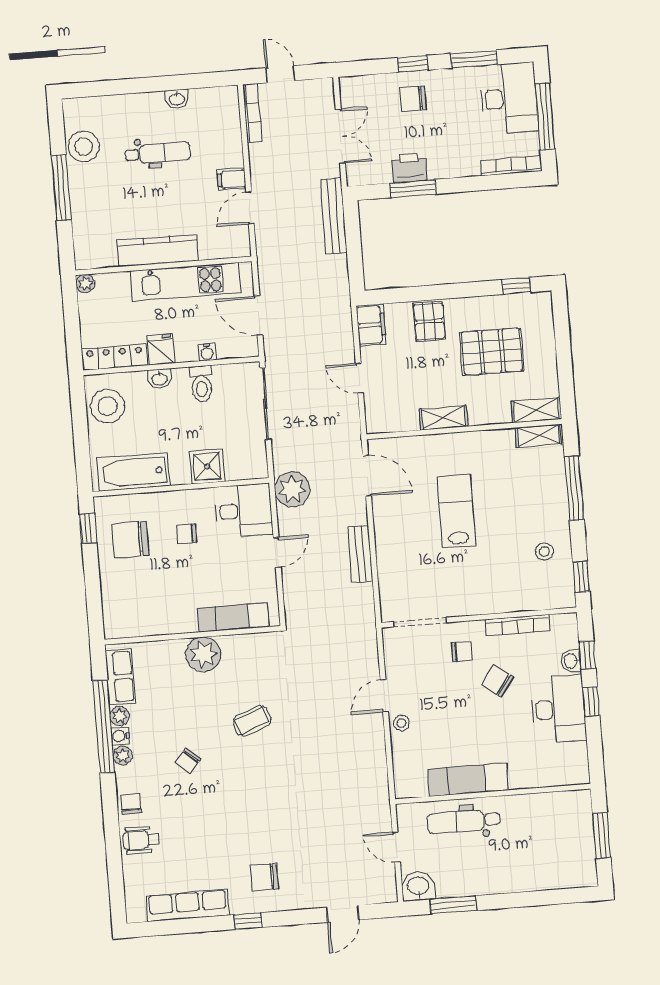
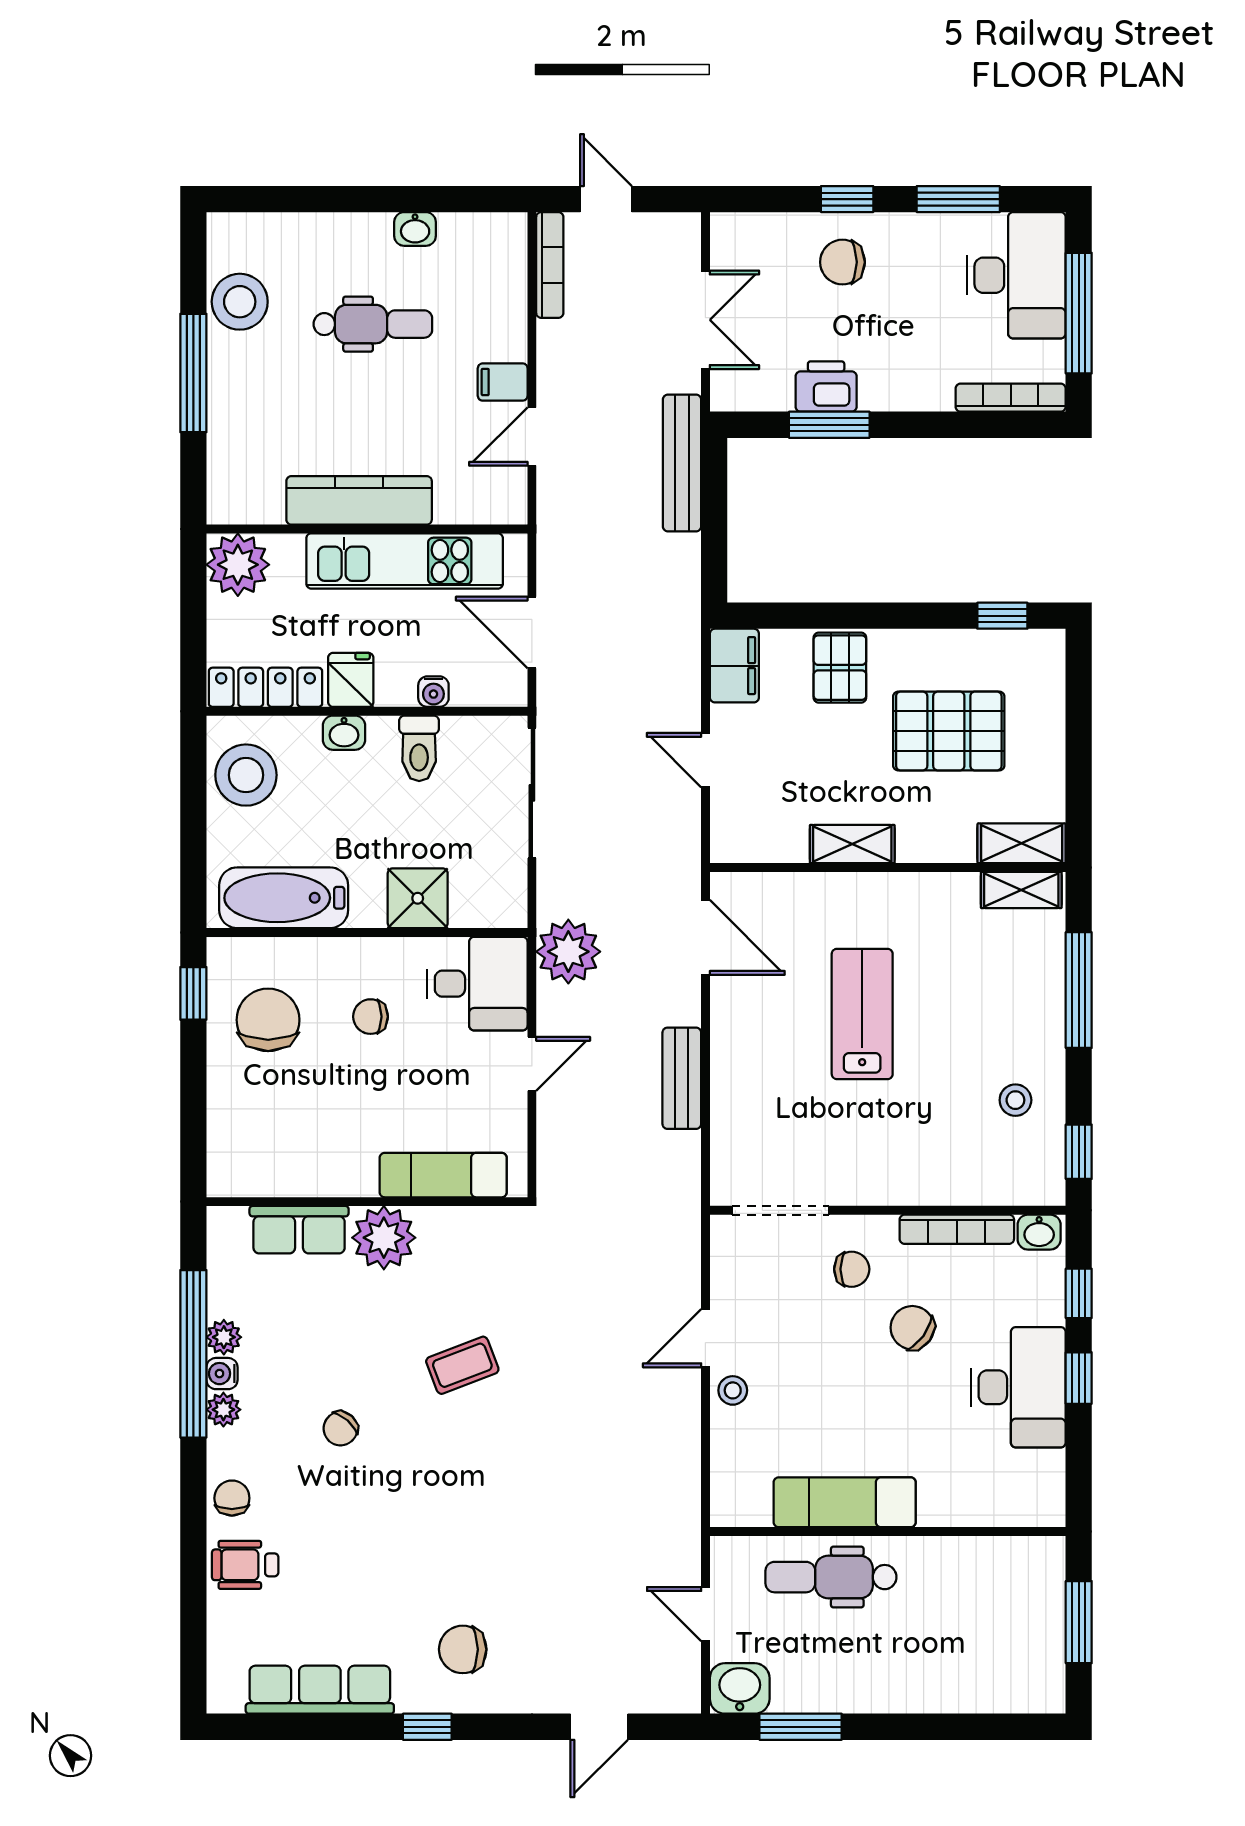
plant: (85, 284) -> (238, 565), width x1.87, depth x1.87
chair: (130, 540) -> (268, 1020), turned 90
washbasin: (571, 661) -> (1039, 1232), moved, turned -90
row of seats: (120, 677) -> (299, 1230), moved, turned 90

